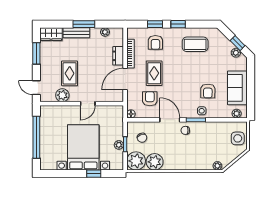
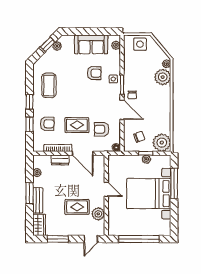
door: (170, 120) -> (122, 110), swing flipped
plant: (155, 162) -> (163, 77), moved
window: (94, 174) -> (174, 184), width x2.17

